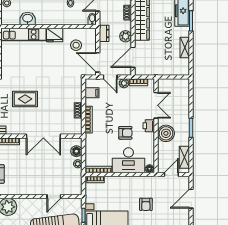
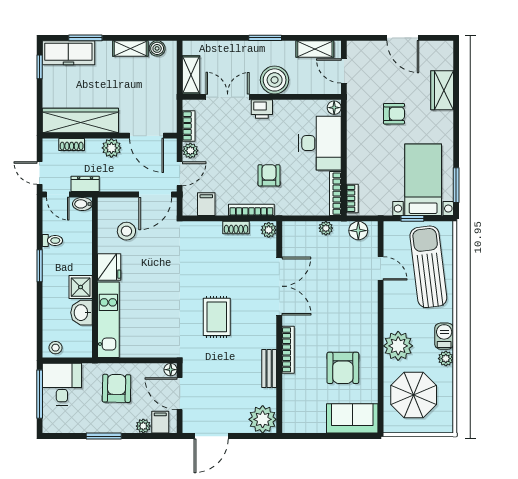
shower: (43, 18) -> (81, 287), added
dresser: (104, 33) -> (85, 184), moved
boiler: (185, 63) -> (157, 48), added
shelving: (169, 84) -> (191, 75), added
plant: (77, 130) -> (269, 230), added
armchair: (125, 133) -> (269, 175), moved
floor lamp: (76, 151) -> (358, 231), moved
door: (191, 199) -> (403, 38), moved

